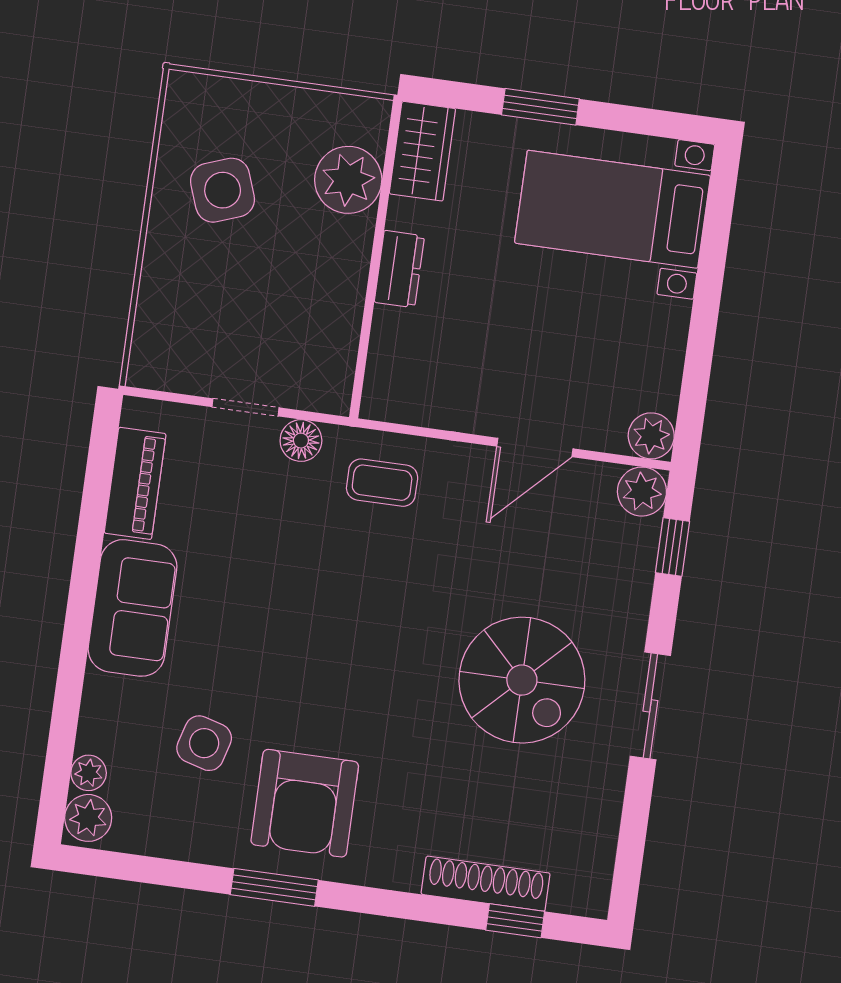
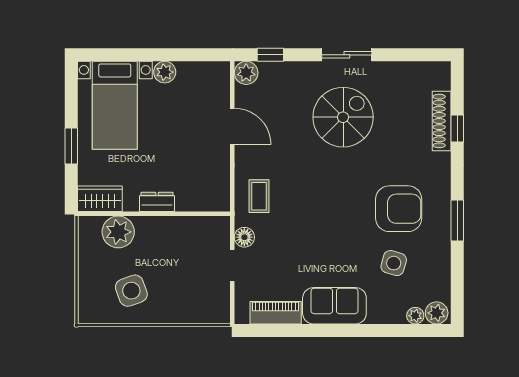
plant: (651, 436) -> (165, 72), moved
armchair: (305, 803) -> (399, 209), moved
window: (515, 921) -> (457, 129), moved

